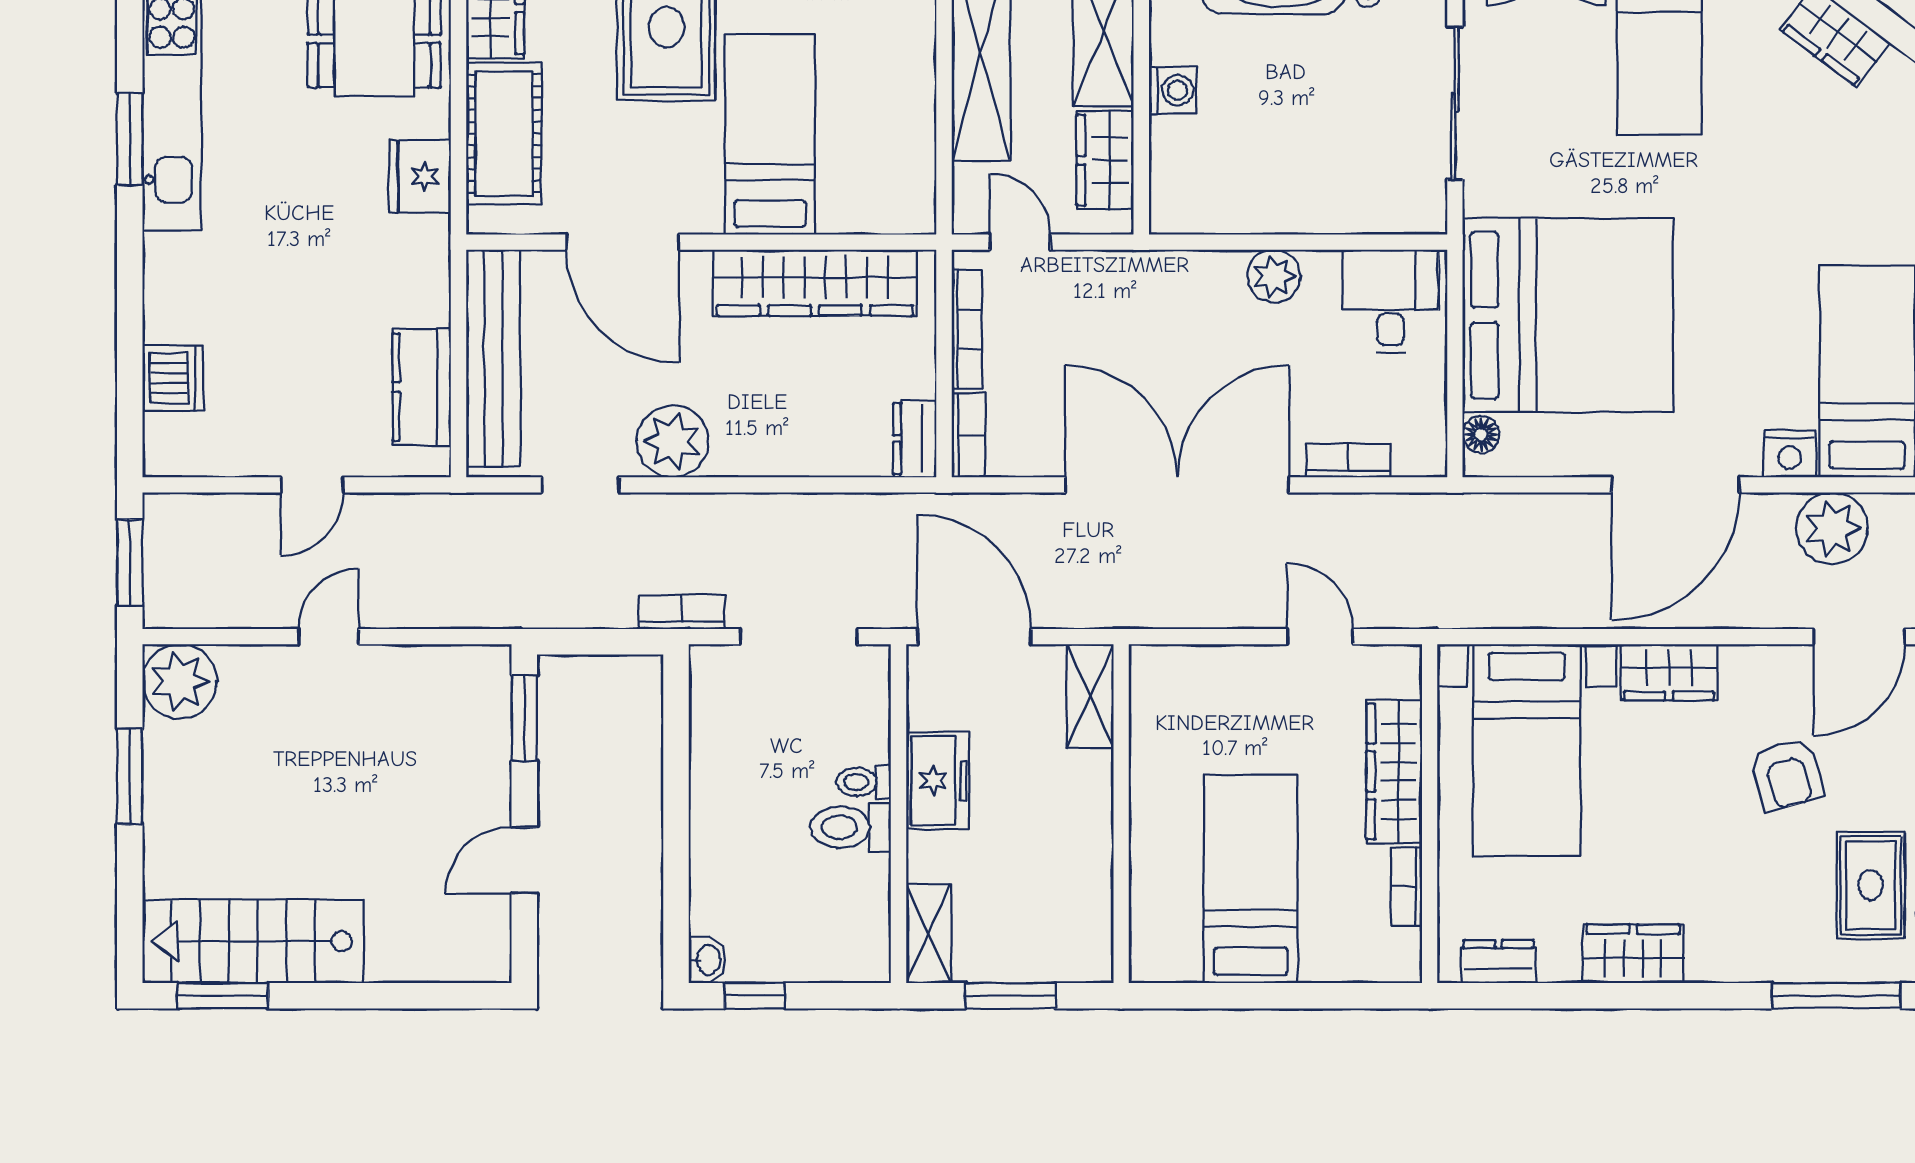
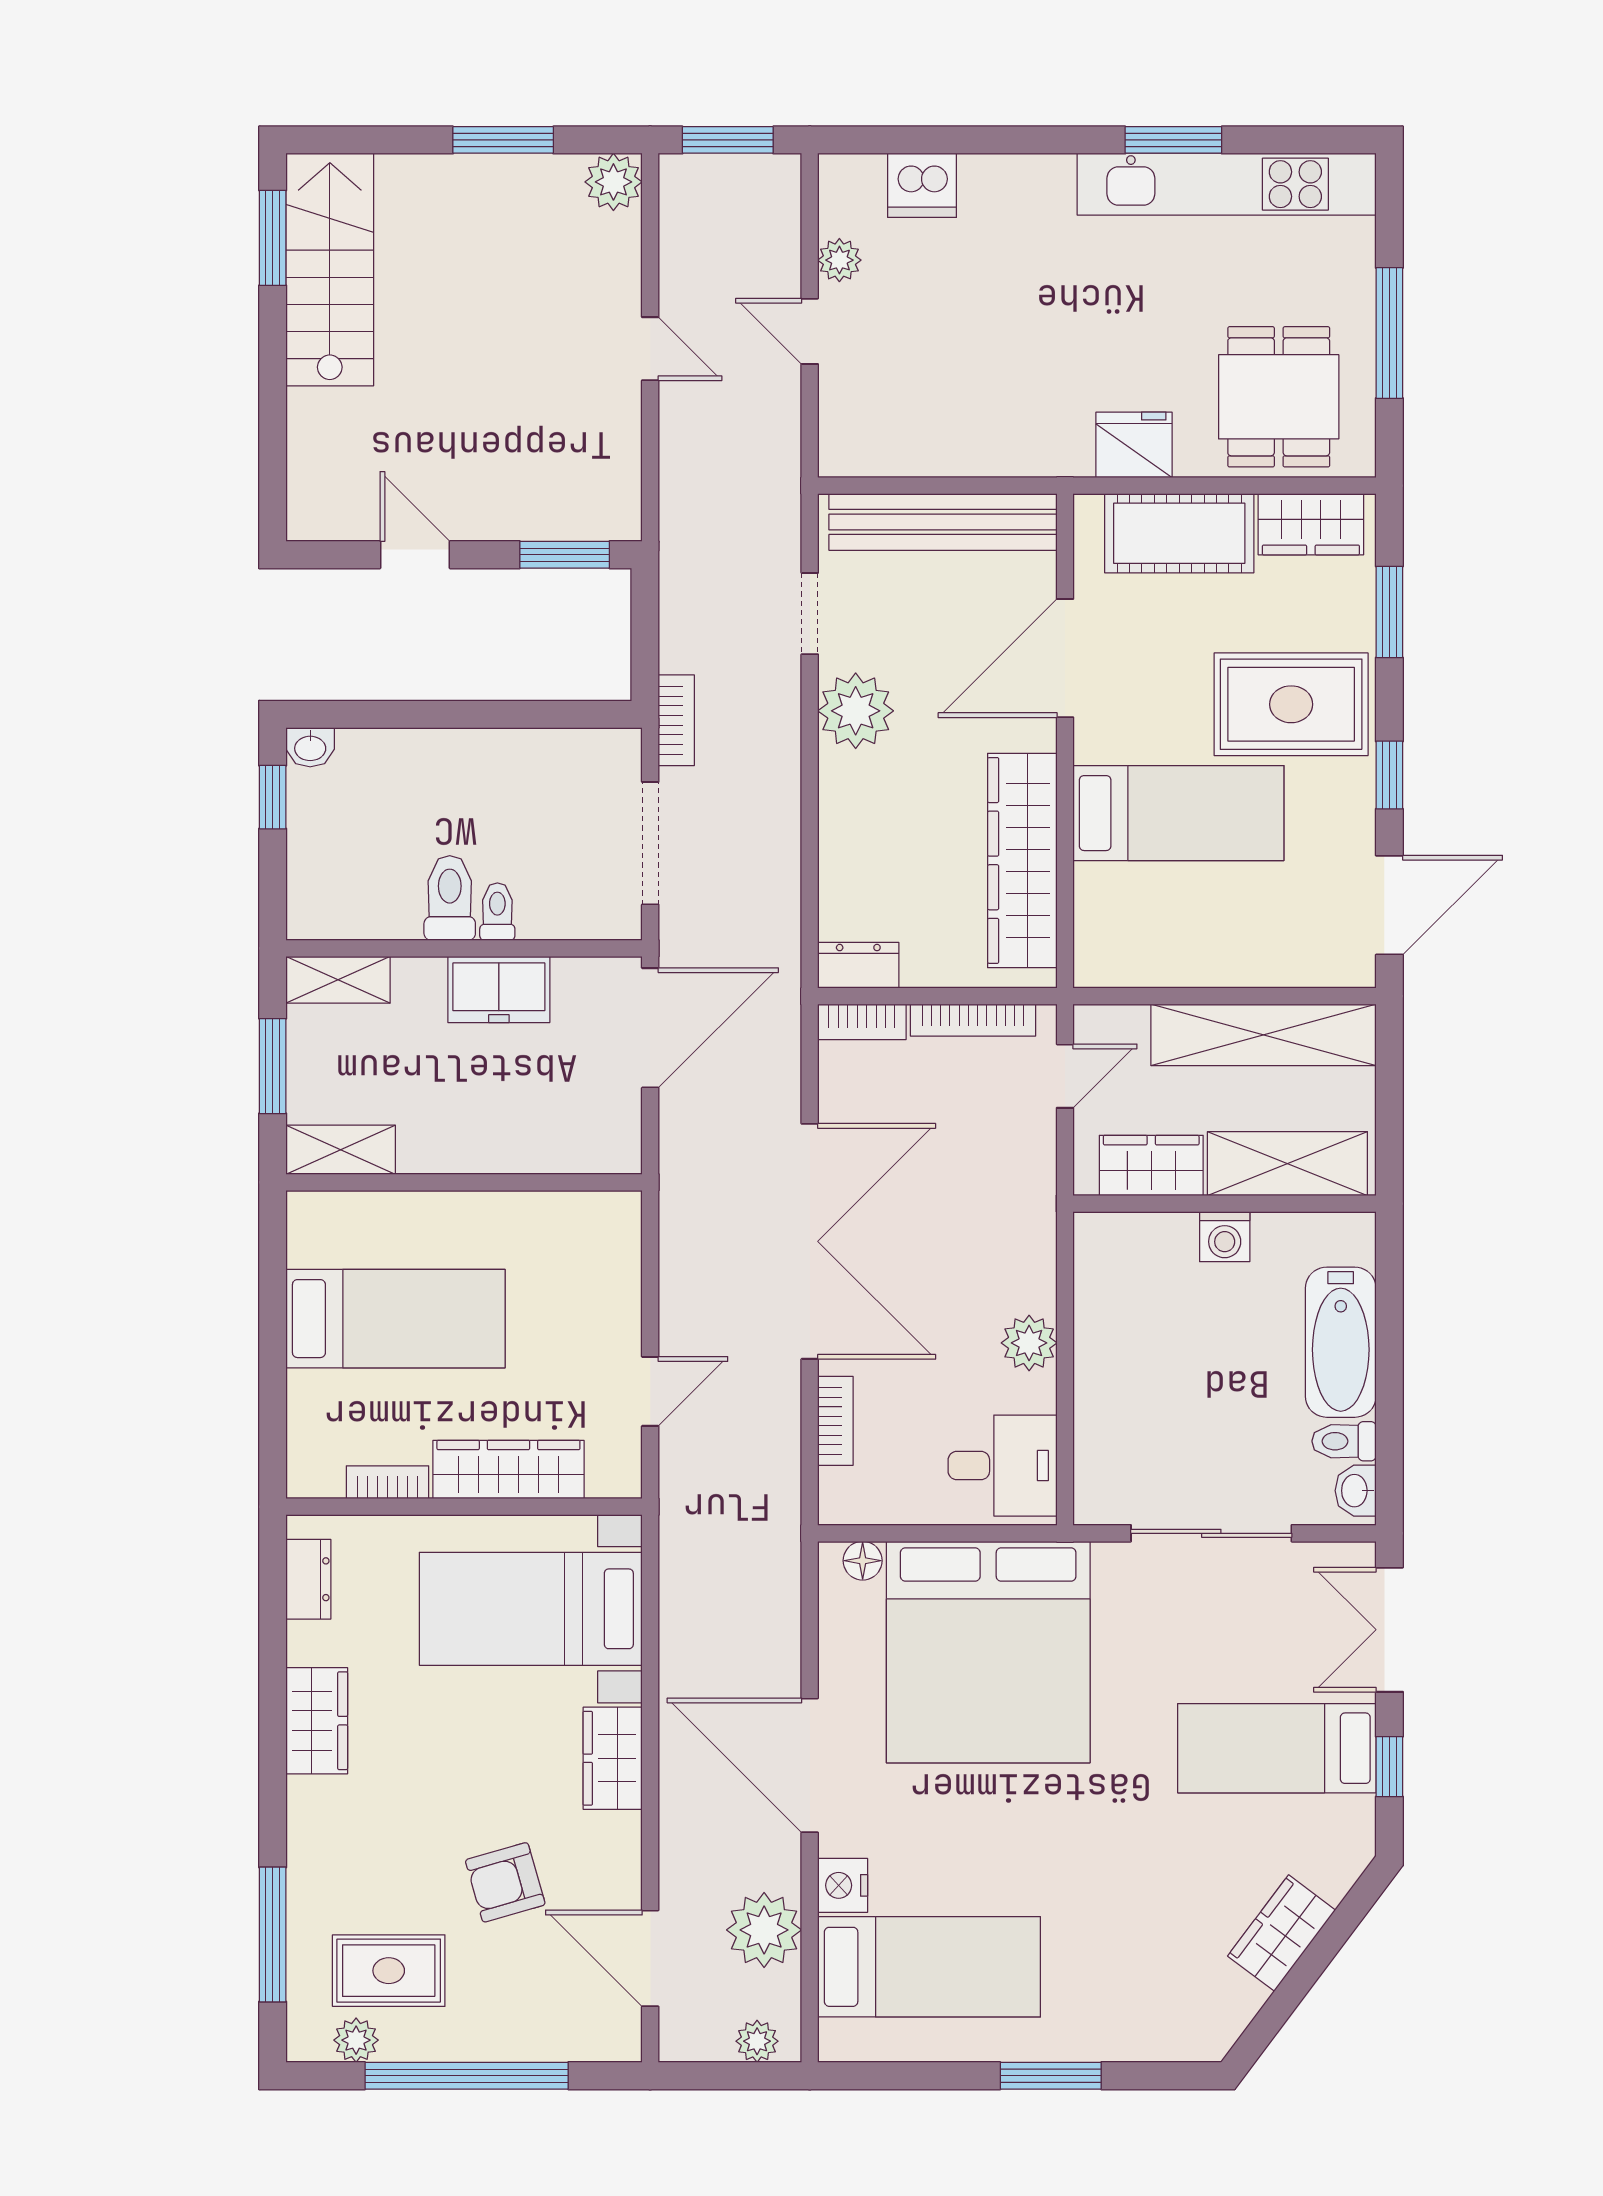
kitchen counter: (422, 387) -> (913, 447), removed
plant: (244, 457) -> (839, 260), added
plant: (180, 681) -> (613, 182), width x0.73, depth x0.73
shelving: (1090, 696) -> (341, 1150), moved

